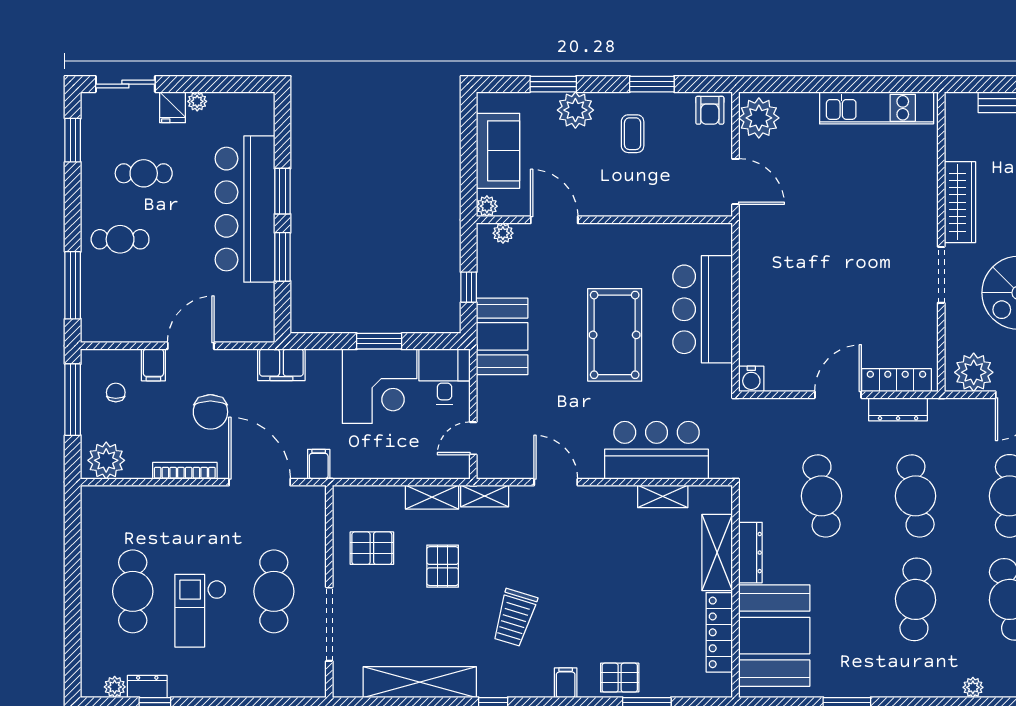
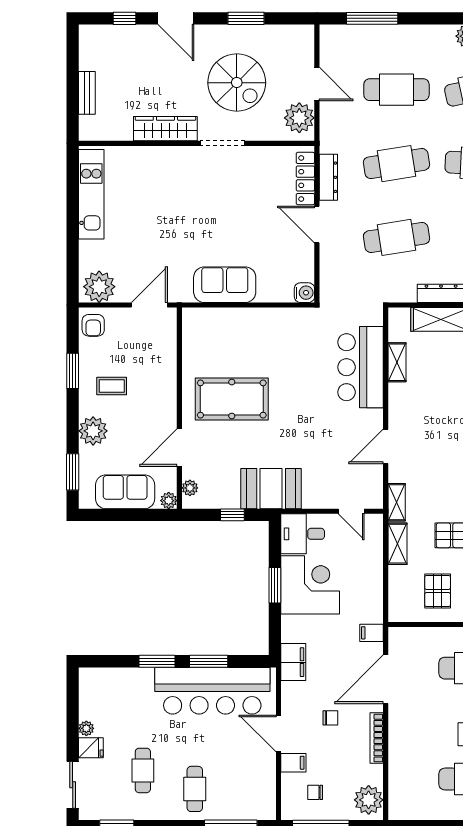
window: (553, 84) -> (73, 472), moved
armchair: (710, 110) -> (93, 325), turned 90
bar counter: (245, 209) -> (212, 691), moved
sofa: (761, 278) -> (225, 285), added
bar counter: (703, 309) -> (250, 331), removed
pool table: (615, 335) -> (232, 399), moved
chair: (210, 412) -> (330, 718), width x0.54, depth x0.54

